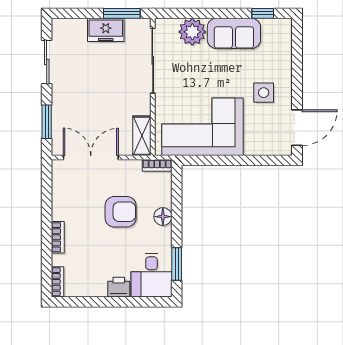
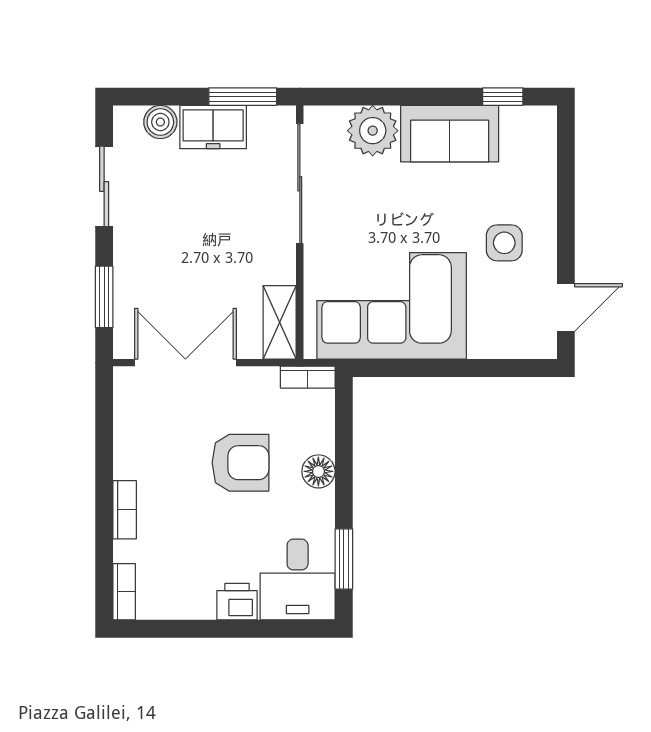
boiler: (77, 27) -> (160, 122), added
door: (297, 128) -> (566, 308), width x0.73

